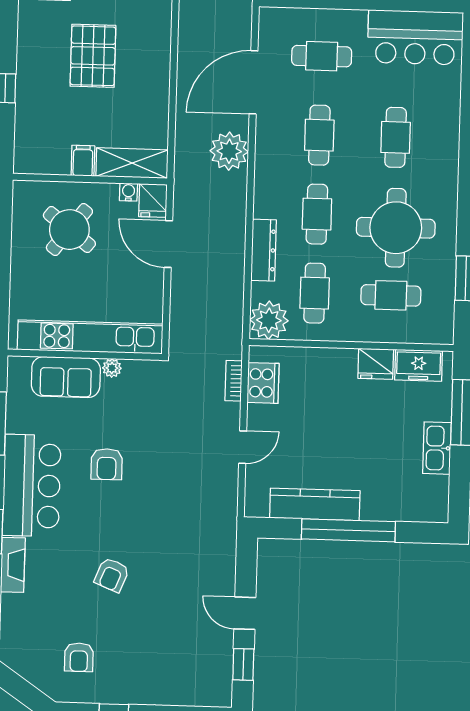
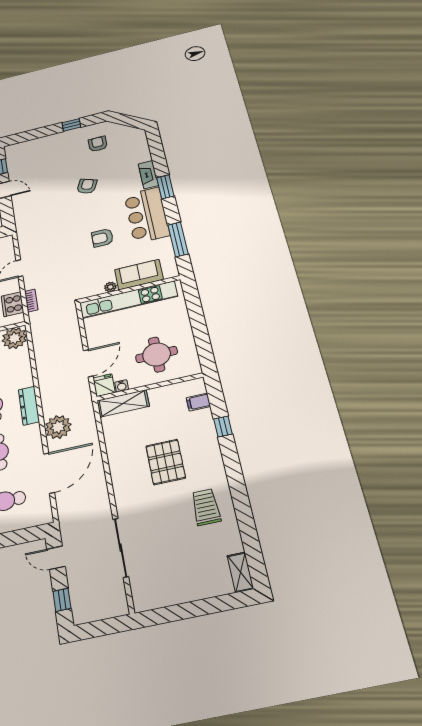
filing cabinet: (83, 161) -> (198, 402), moved, turned 90
round table: (69, 230) -> (157, 355), turned -38
door: (168, 244) -> (88, 363), hinge flipped
dresser: (264, 250) -> (29, 406), moved
armchair: (107, 464) -> (102, 238), turned -90

